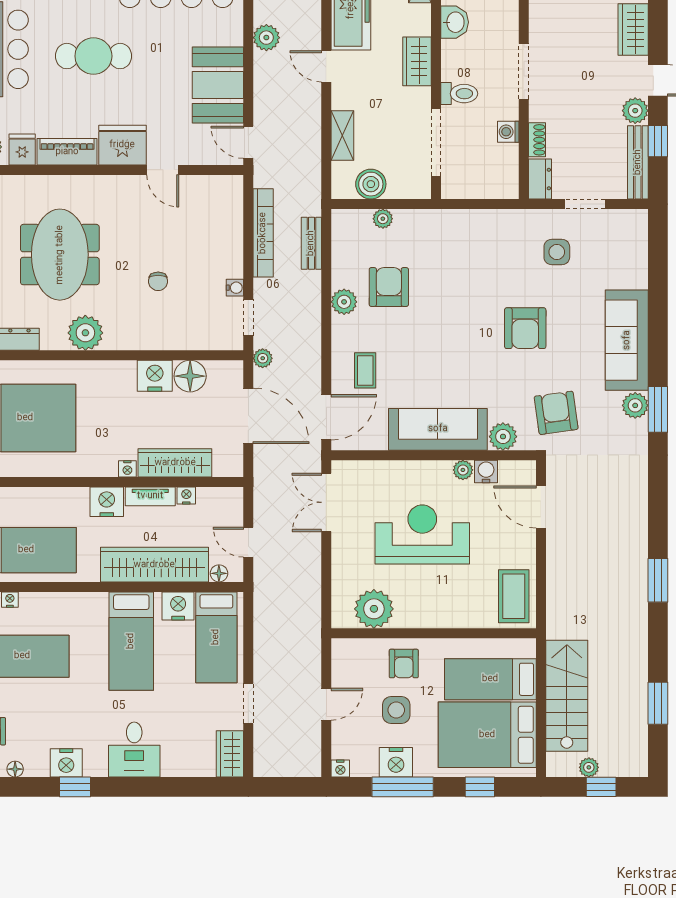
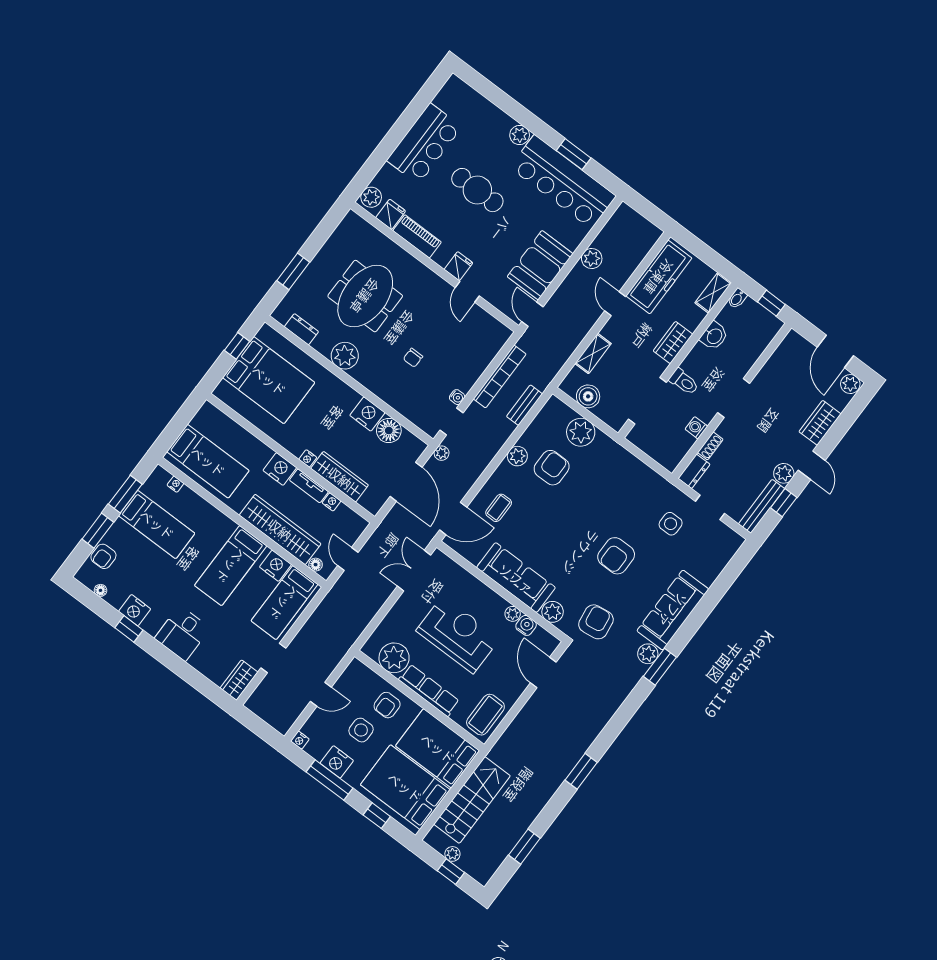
fridge: (122, 145) -> (458, 266), width x0.53, depth x0.75
plant: (383, 219) -> (581, 432), width x1.87, depth x1.87
row of seats: (436, 615) -> (429, 690), added
bed: (490, 679) -> (438, 748), width x1.50

